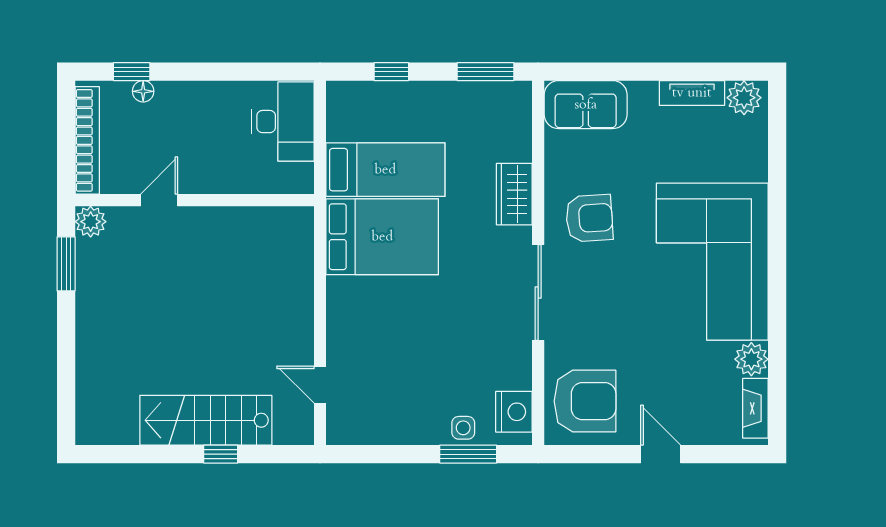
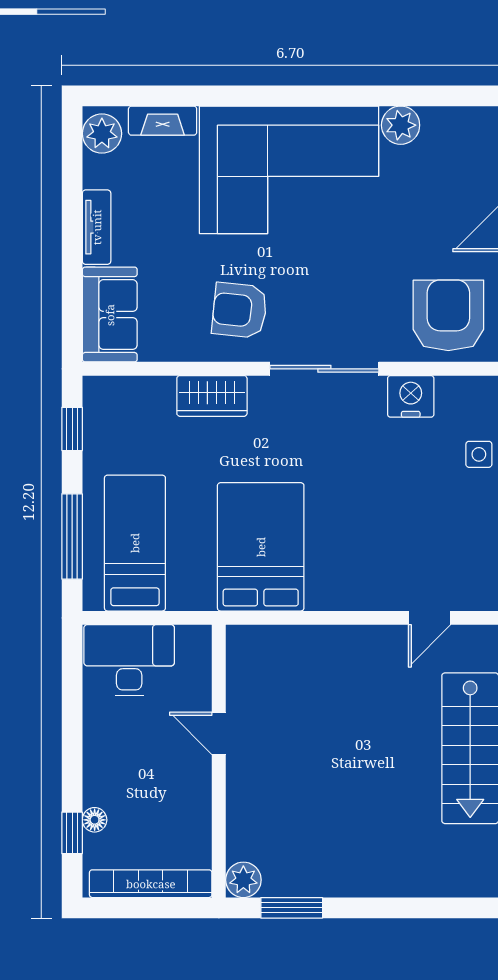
window: (391, 72) -> (72, 536), width x2.17
window: (485, 72) -> (72, 429), width x0.67
tv unit: (692, 93) -> (97, 227), moved
bed: (385, 170) -> (135, 543), moved
door: (159, 200) -> (219, 733), moved
armchair: (589, 218) -> (240, 310), turned -80
fireplace: (755, 408) -> (163, 121), moved
nightstand: (514, 412) -> (411, 396), moved

